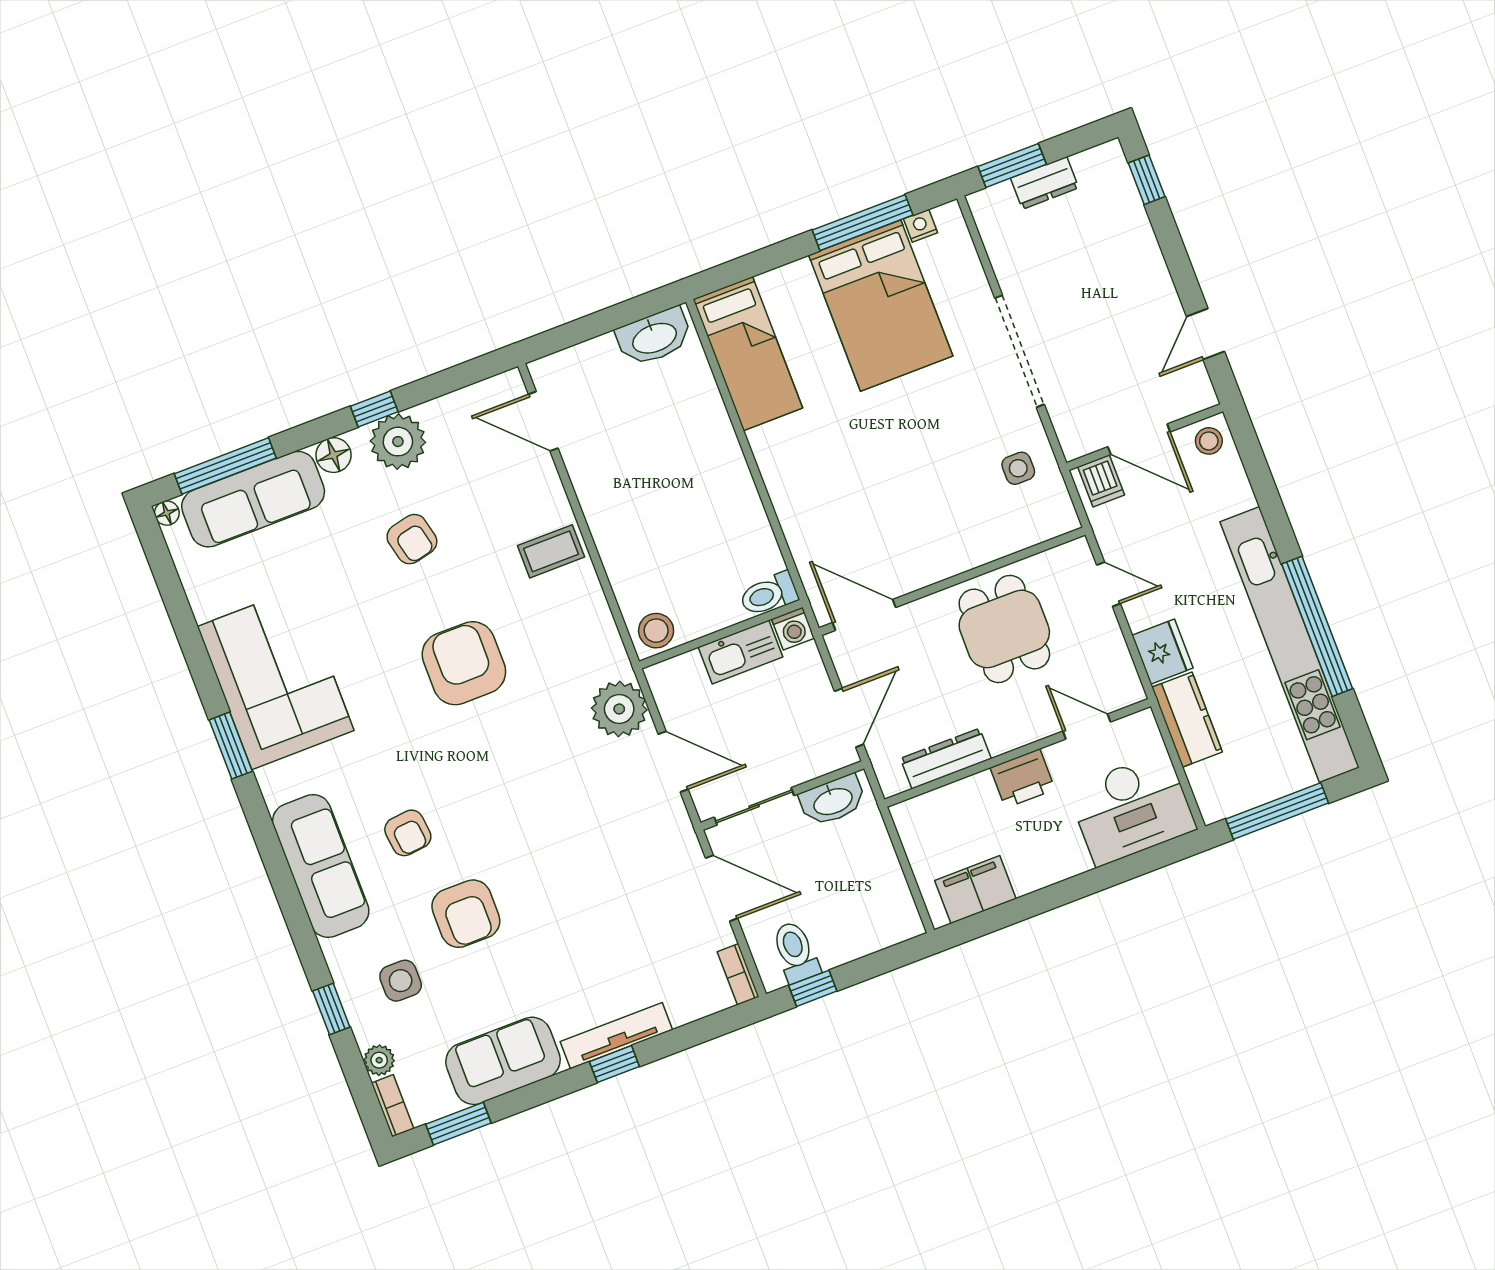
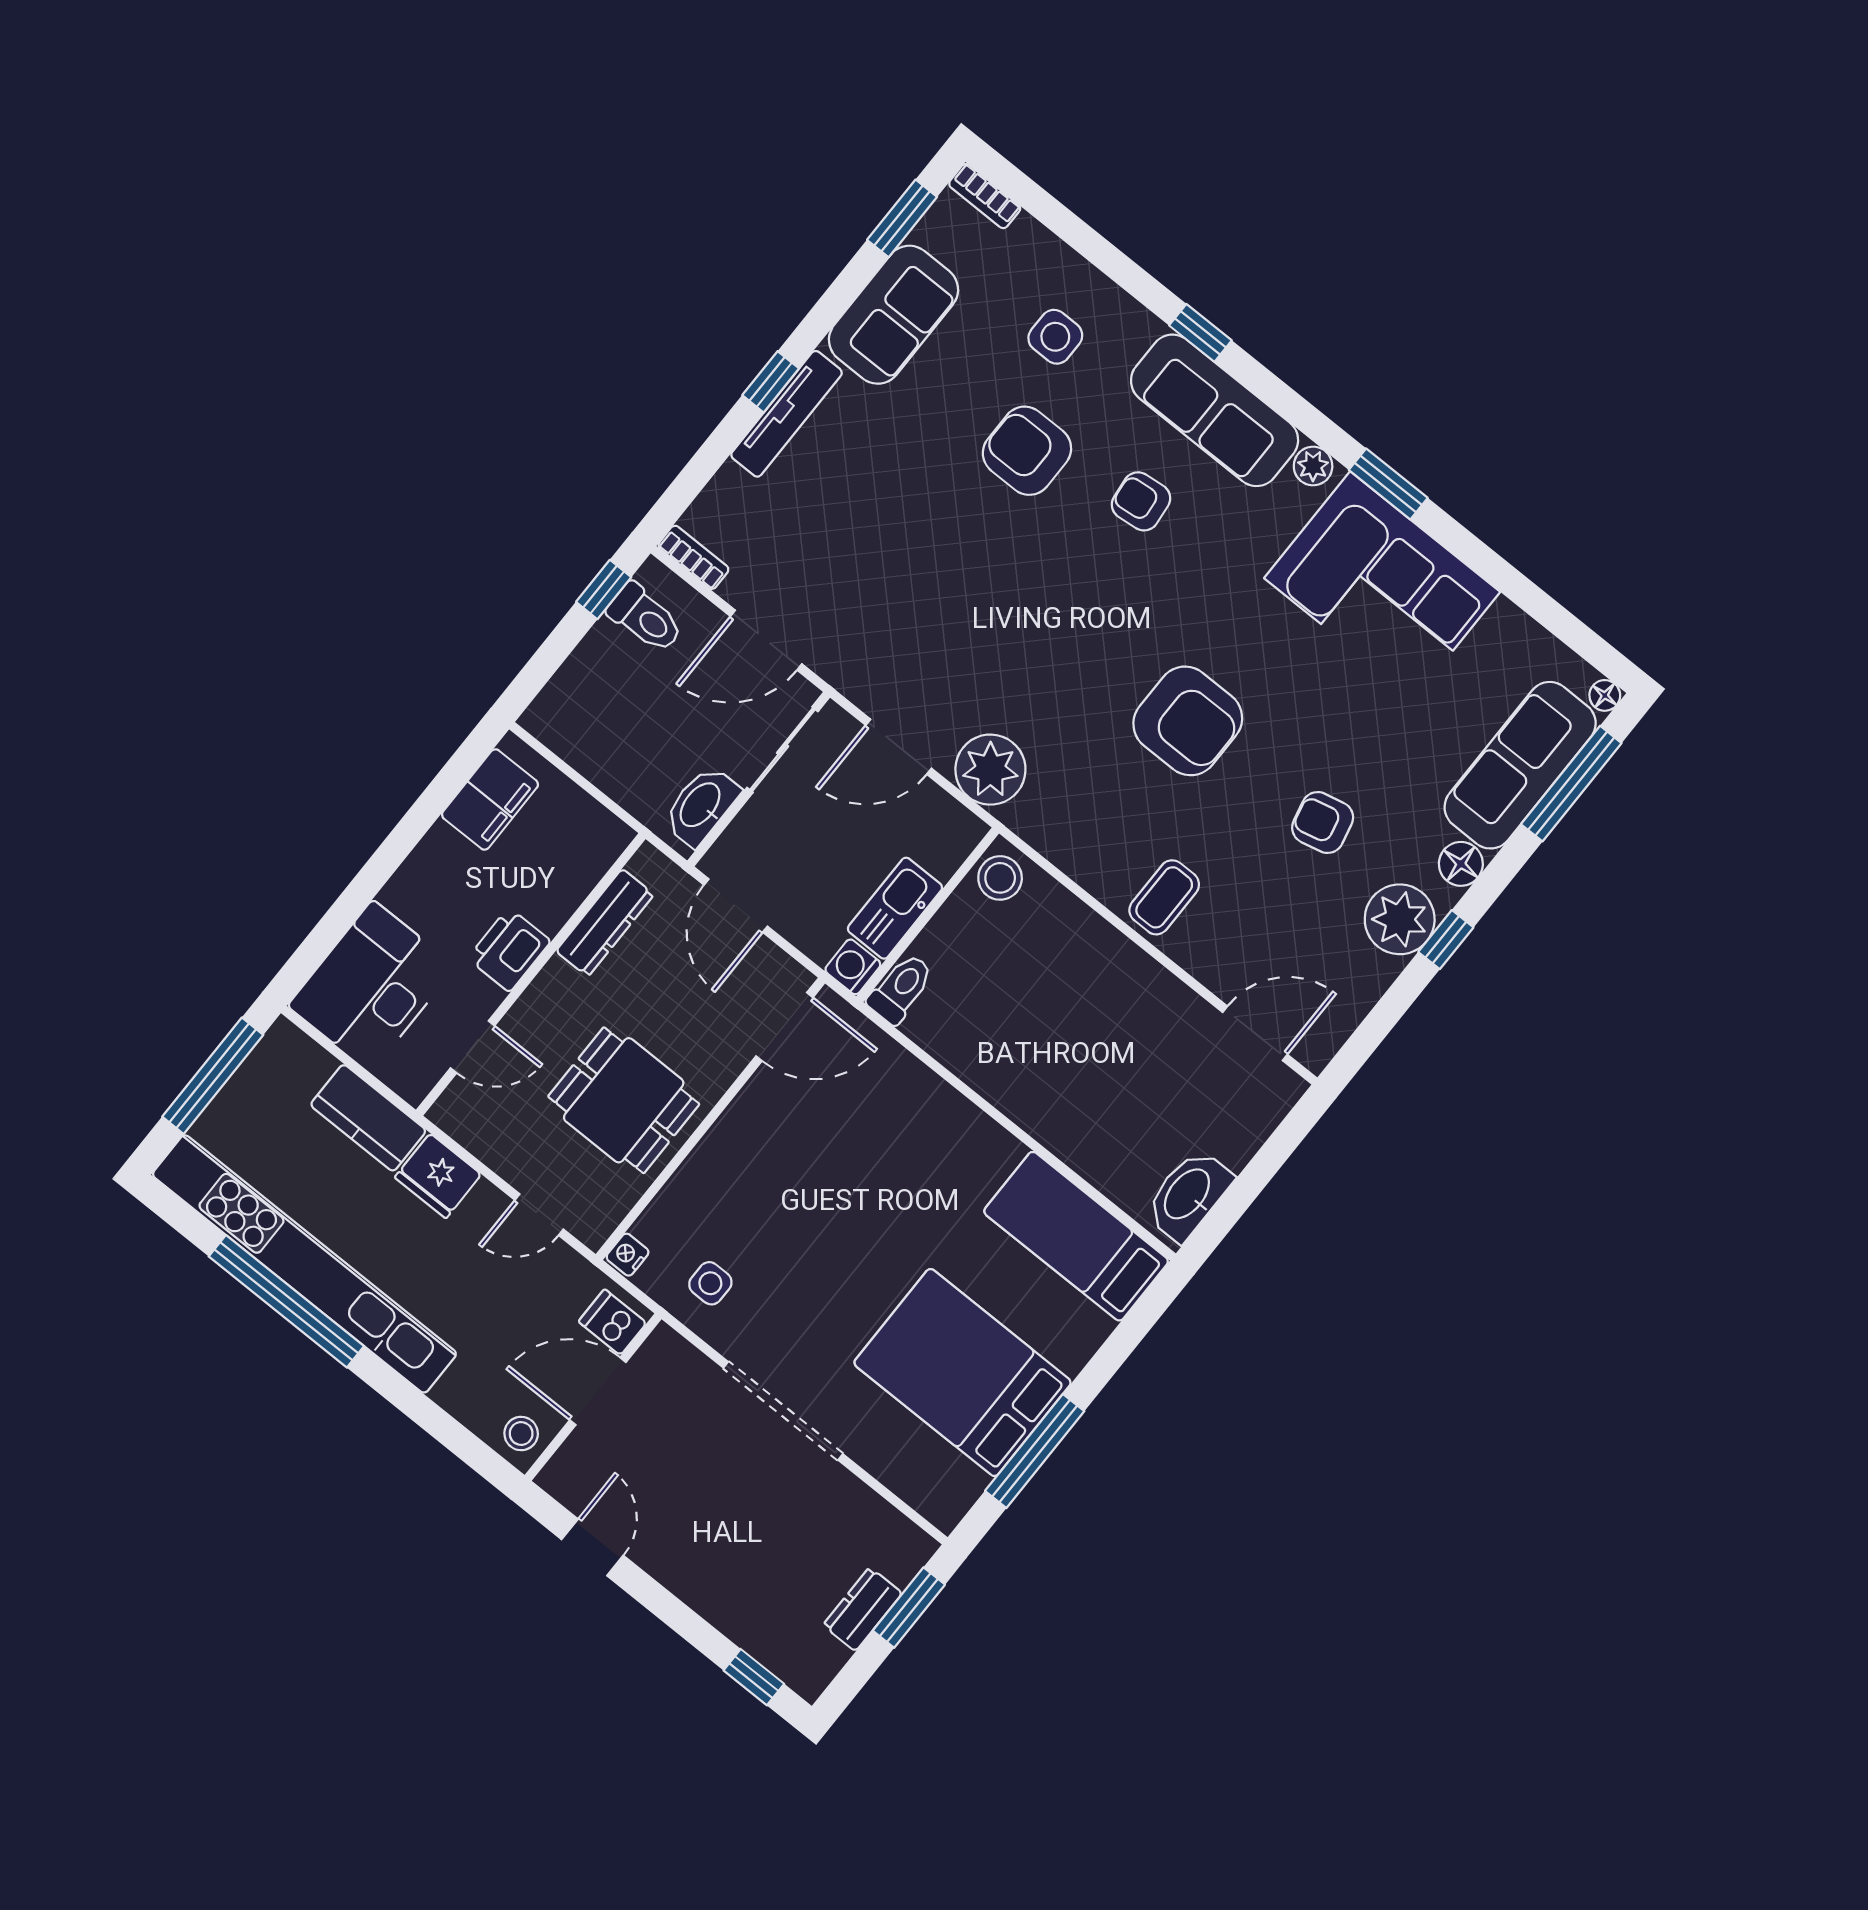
nightstand: (921, 226) -> (628, 1255), moved, turned 180
window: (331, 1009) -> (1200, 333), moved
plant: (379, 1060) -> (1313, 466), moved

